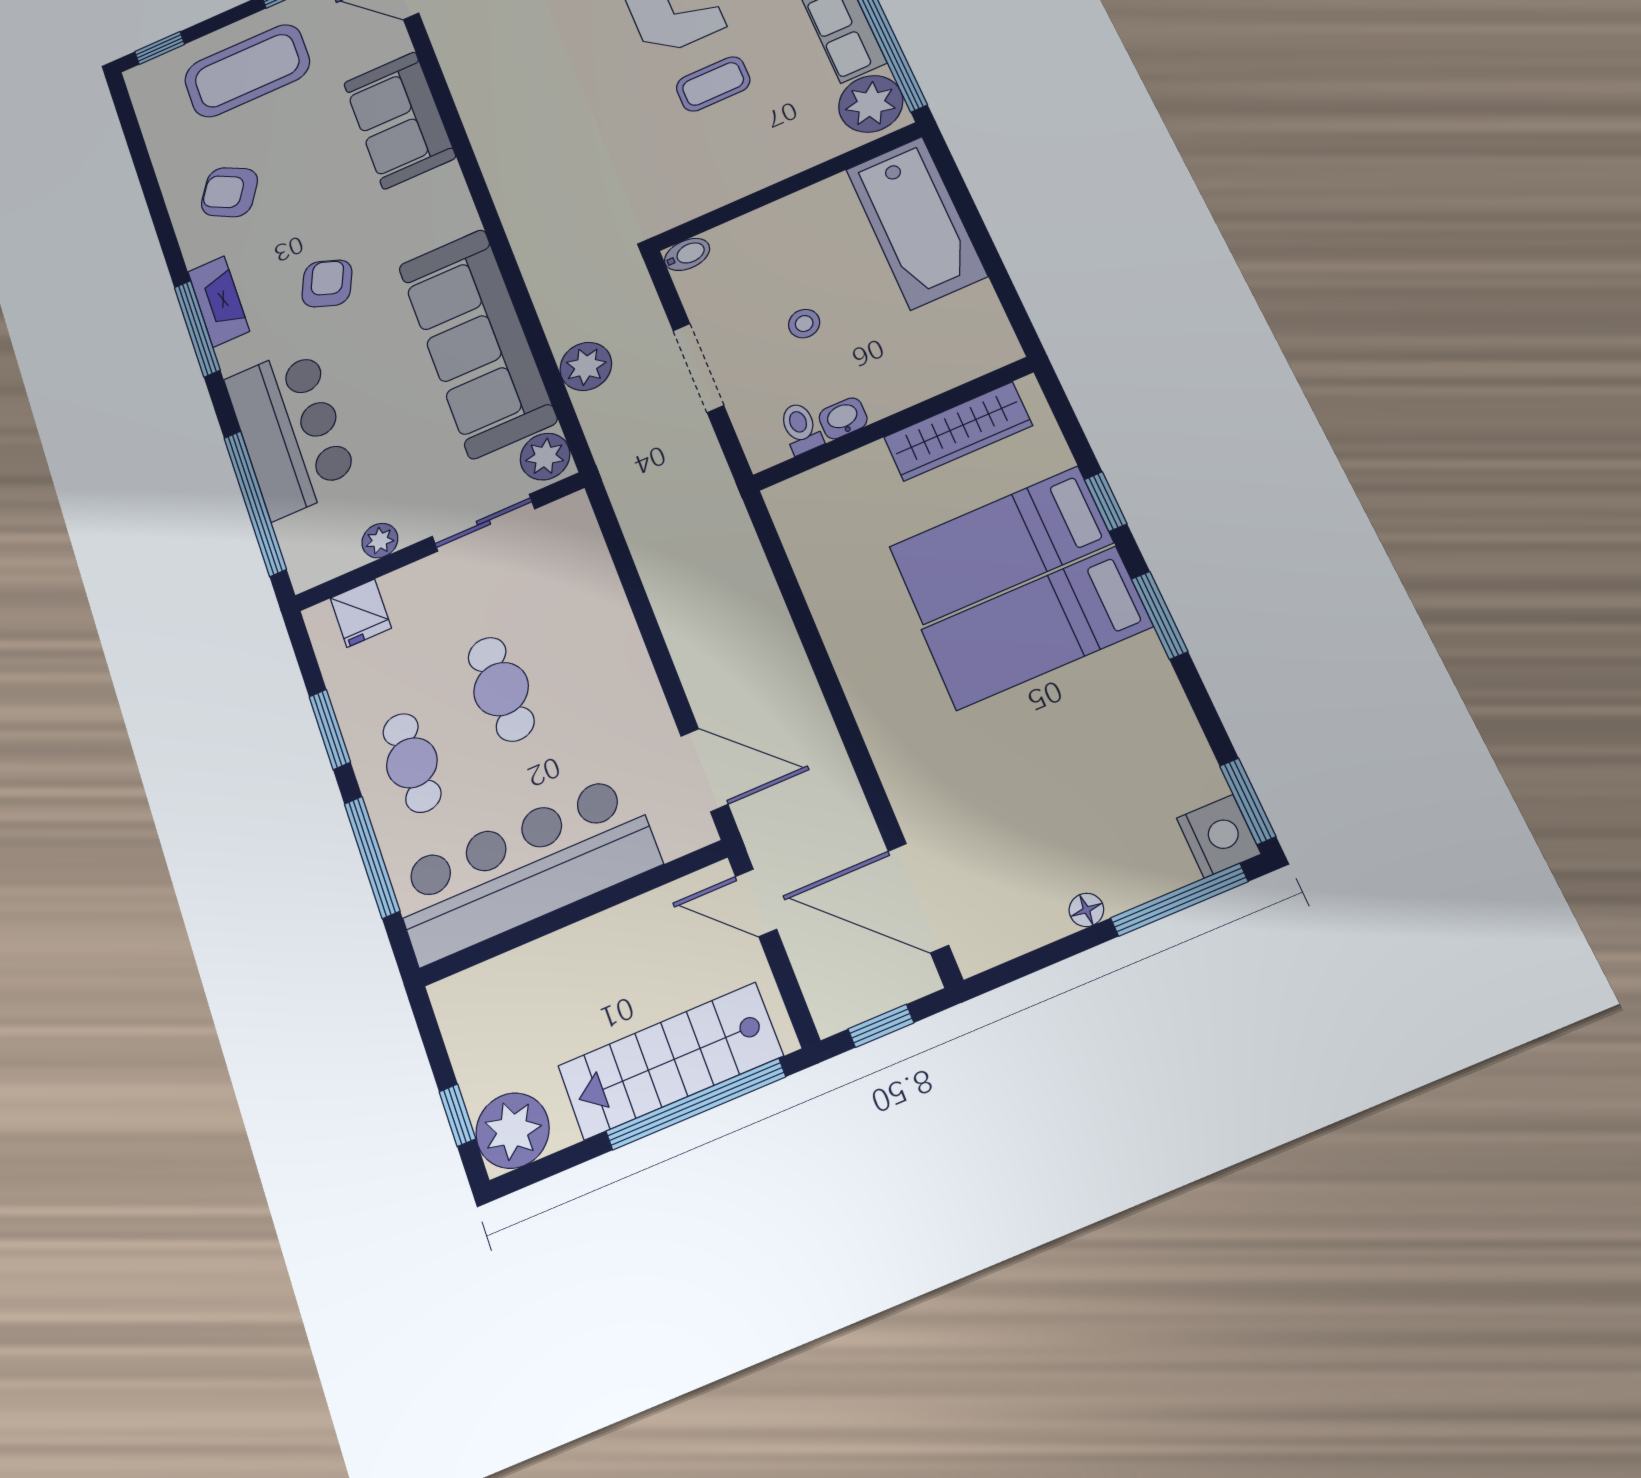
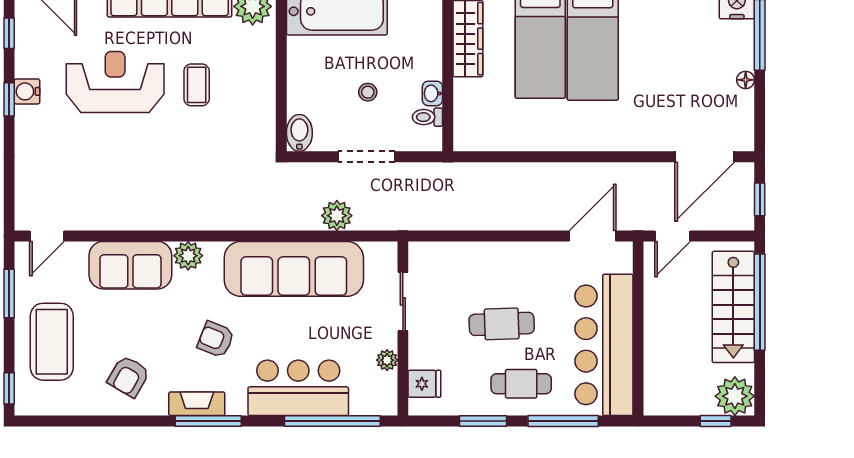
bidet: (687, 254) -> (299, 133), width x1.38, depth x1.36
plant: (545, 457) -> (188, 256), moved

